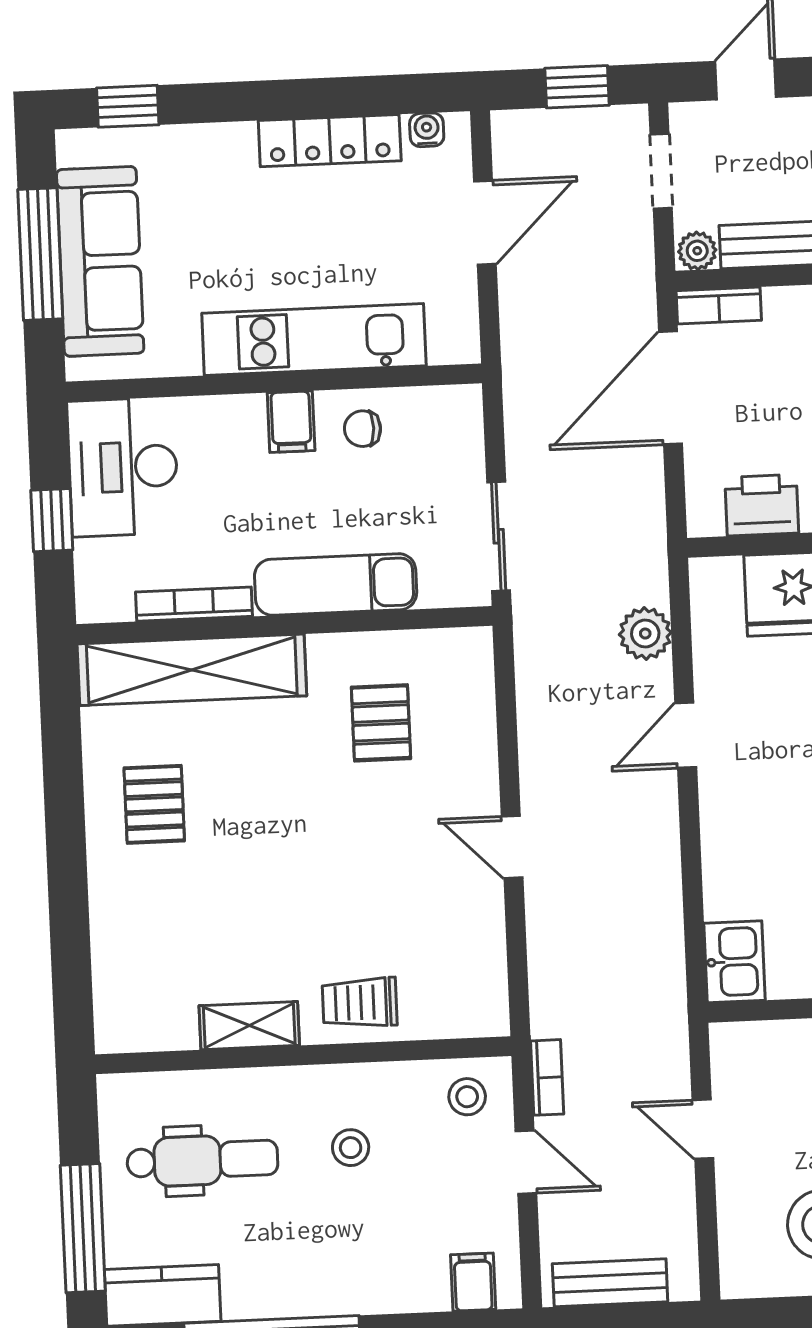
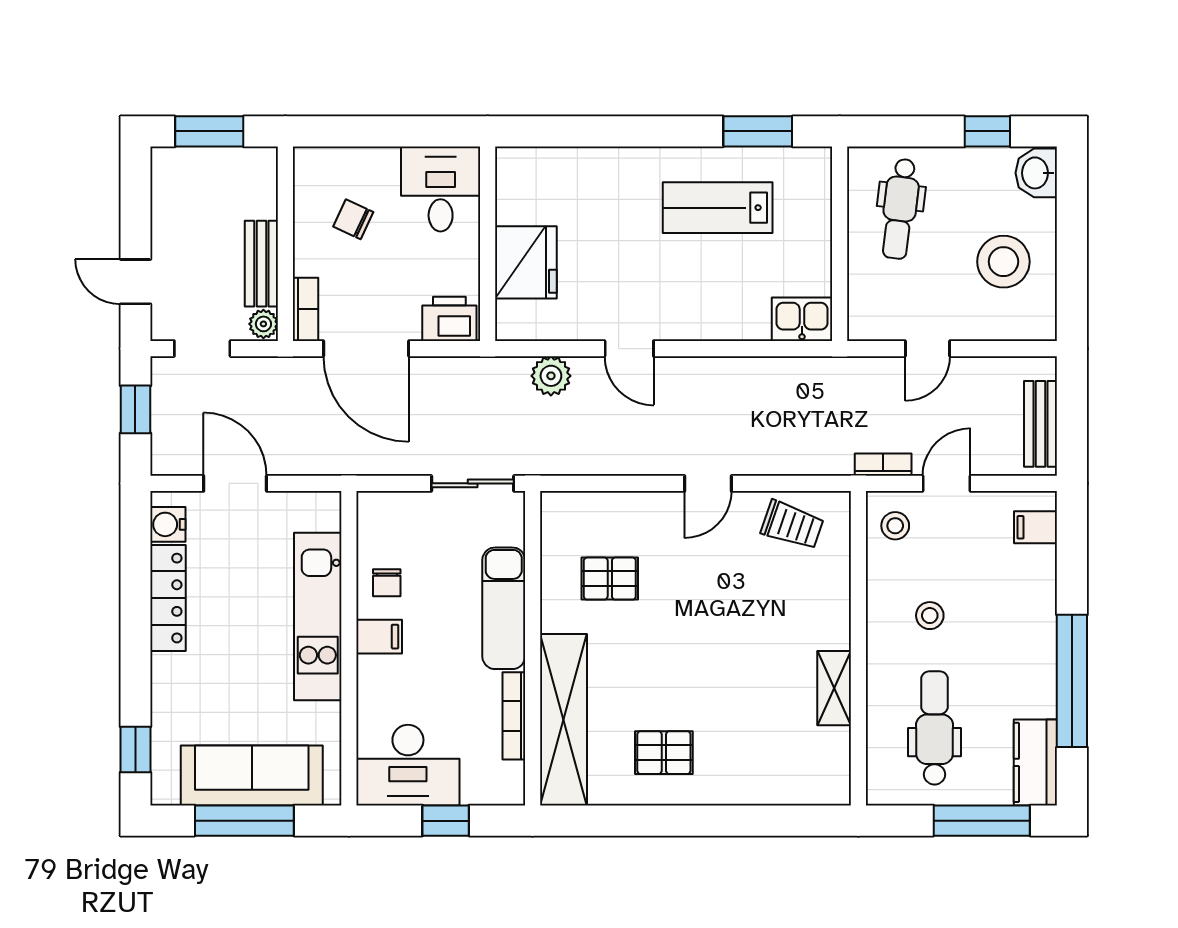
water cooler: (427, 130) -> (168, 524), width x1.38, depth x1.38
printer: (762, 505) -> (449, 319), moved, turned 90
trolley: (360, 1003) -> (792, 525), moved, turned -71

